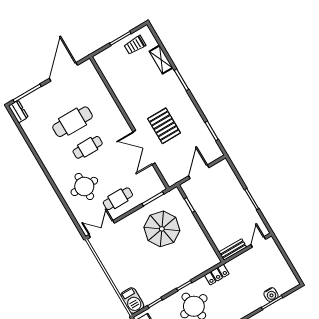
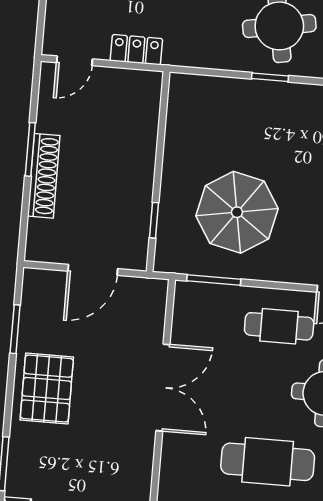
pallet: (164, 126) -> (47, 389), moved
cafe table: (88, 147) -> (268, 462), width x1.37, depth x1.35
shoe rack: (240, 193) -> (44, 176), added
bench: (233, 250) -> (132, 80), removed
locker: (217, 275) -> (136, 50), moved

